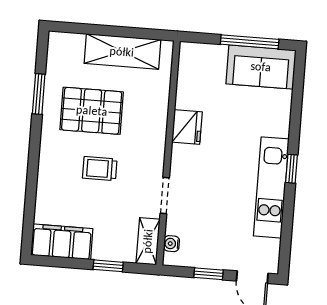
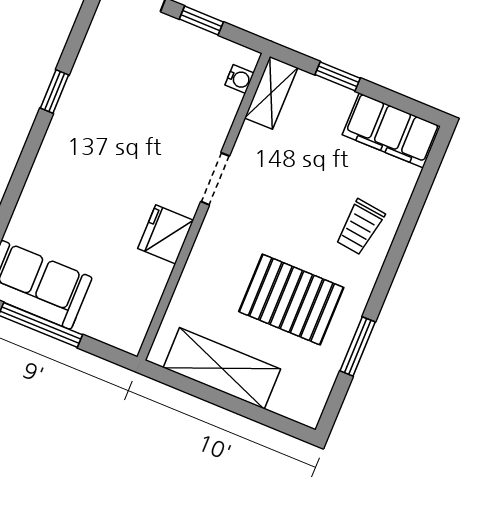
trolley: (100, 169) -> (360, 227), moved, turned 97
window: (291, 169) -> (55, 92), moved
kitchen unit: (271, 187) -> (75, 113), removed
doorway: (165, 195) -> (215, 179), moved

